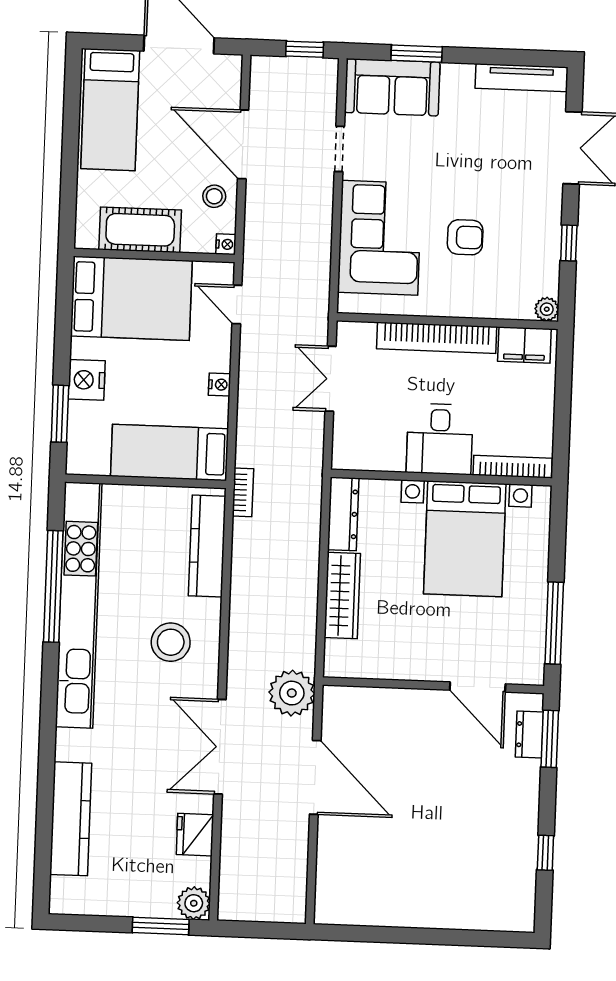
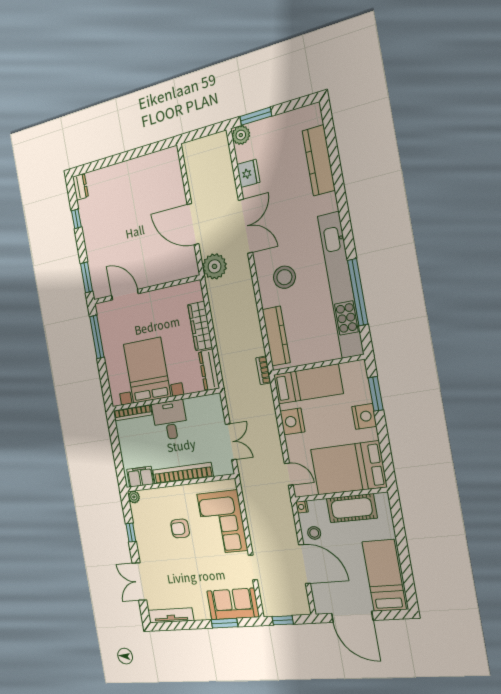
nightstand: (220, 385) -> (292, 421), width x1.89, depth x1.79
dresser: (529, 735) -> (80, 187), moved

